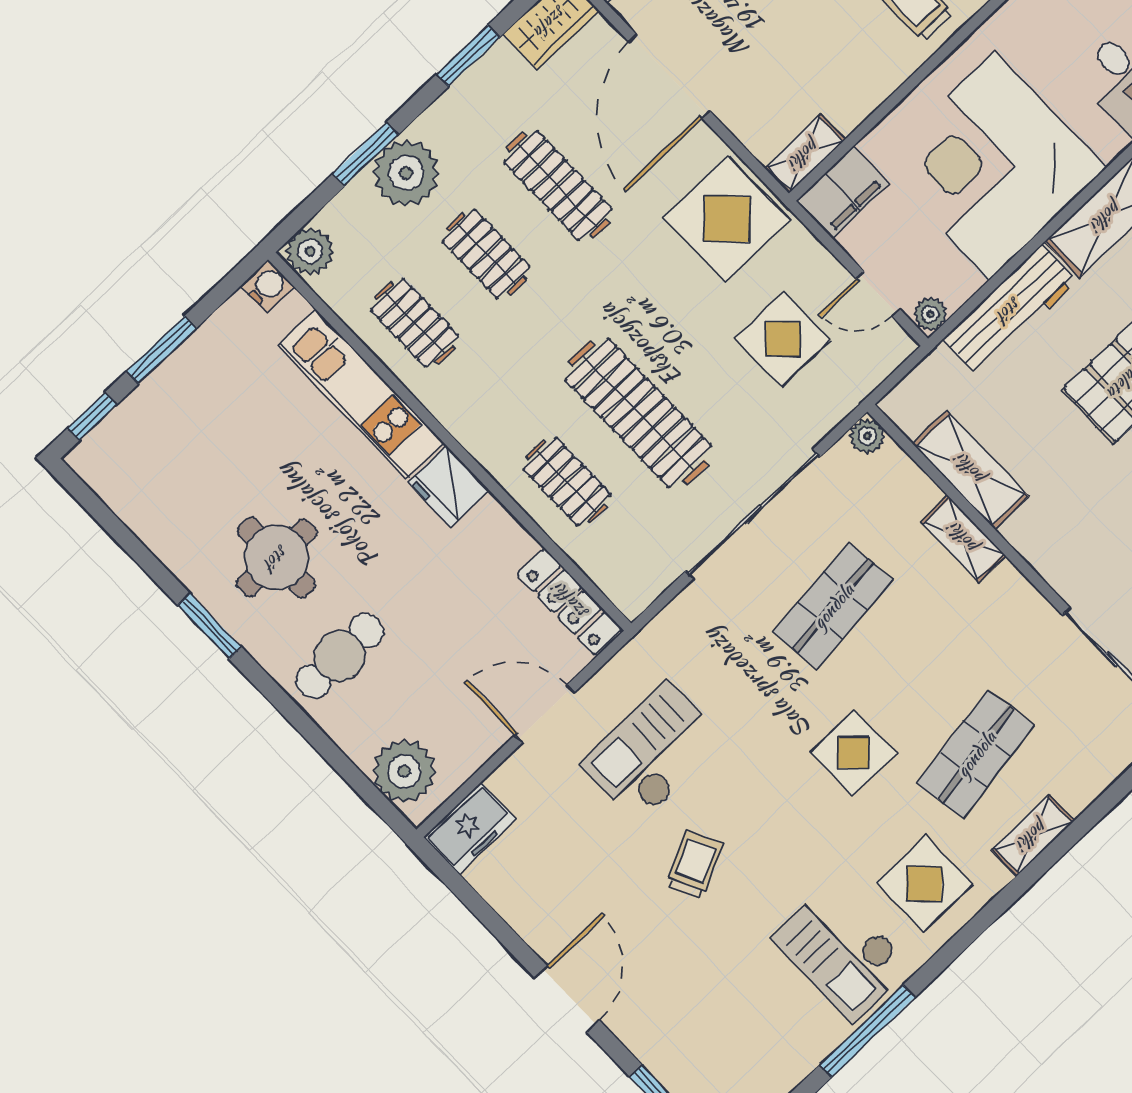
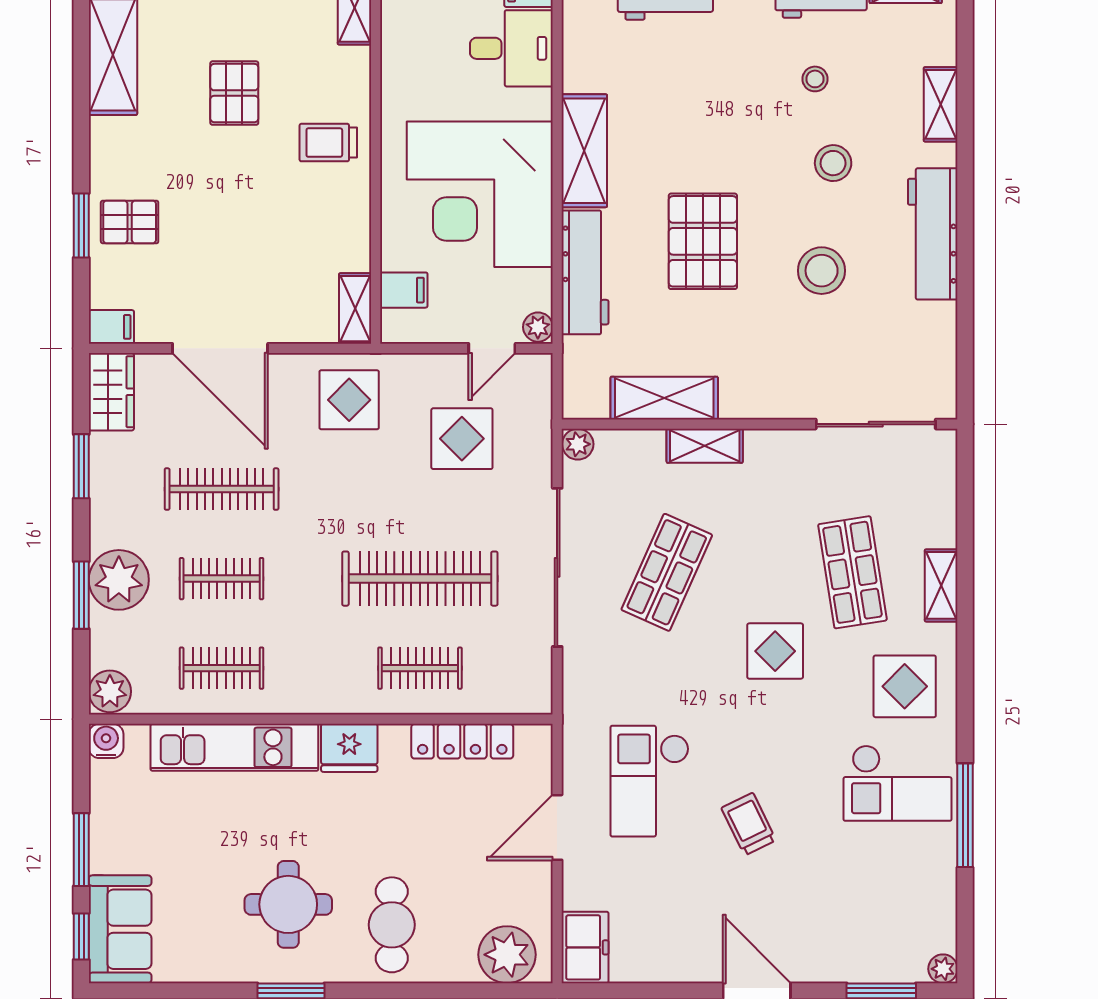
filing cabinet: (843, 192) -> (404, 290), width x0.50
display table: (727, 219) -> (349, 400), width x0.73, depth x0.73
sofa: (128, 442) -> (120, 929), added
locker: (570, 602) -> (462, 741), moved
shop shelf: (833, 606) -> (667, 572), turned 30

